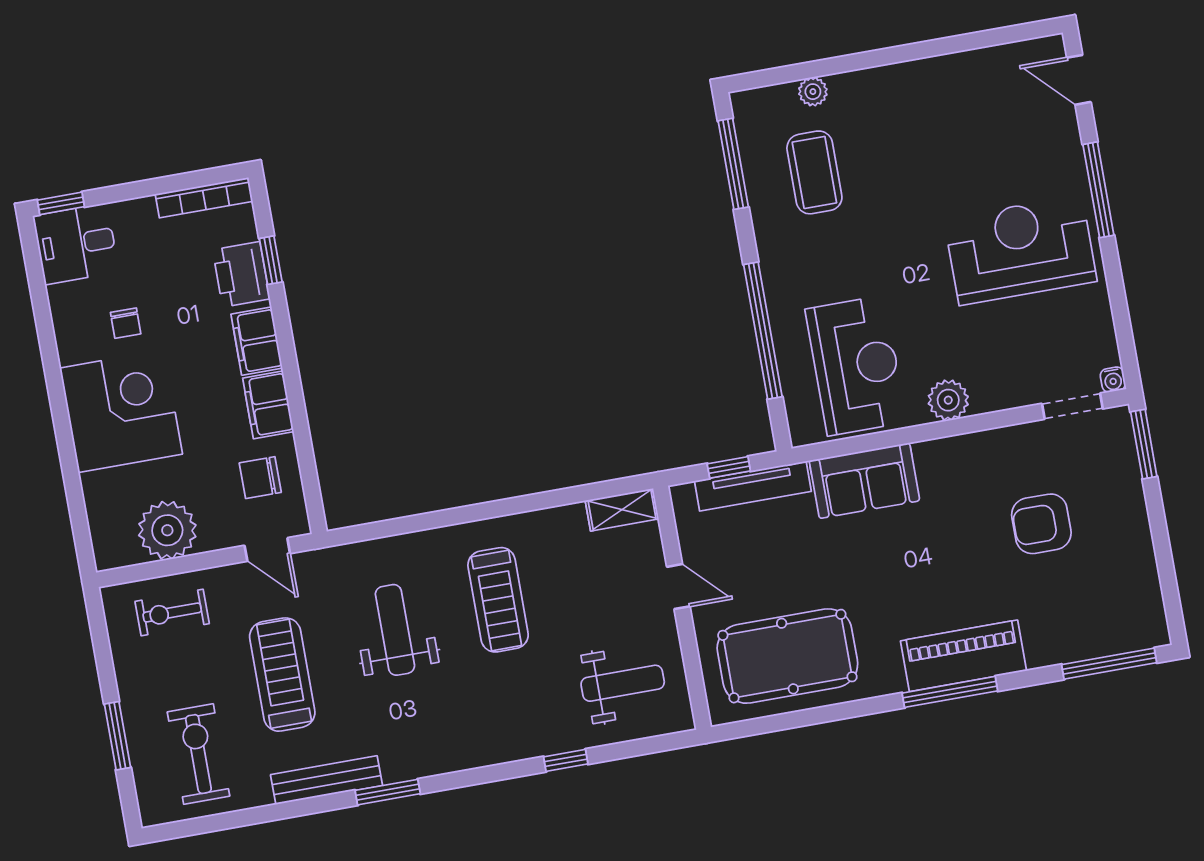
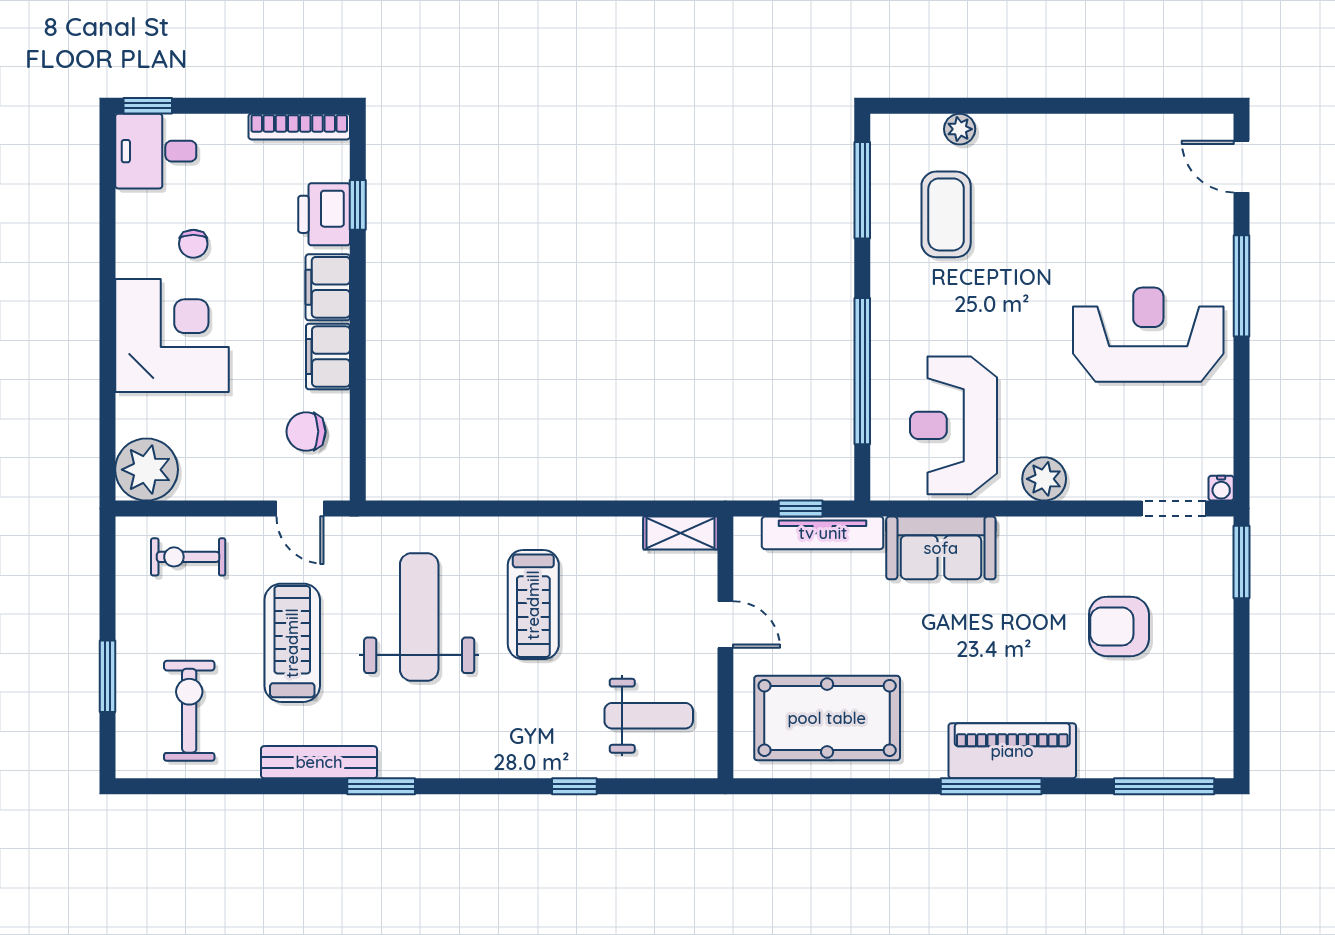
reception desk: (856, 366) -> (954, 425), turned 180
plant: (167, 530) -> (147, 470), moved
weight bench: (395, 630) -> (419, 617), width x1.36, depth x1.33

